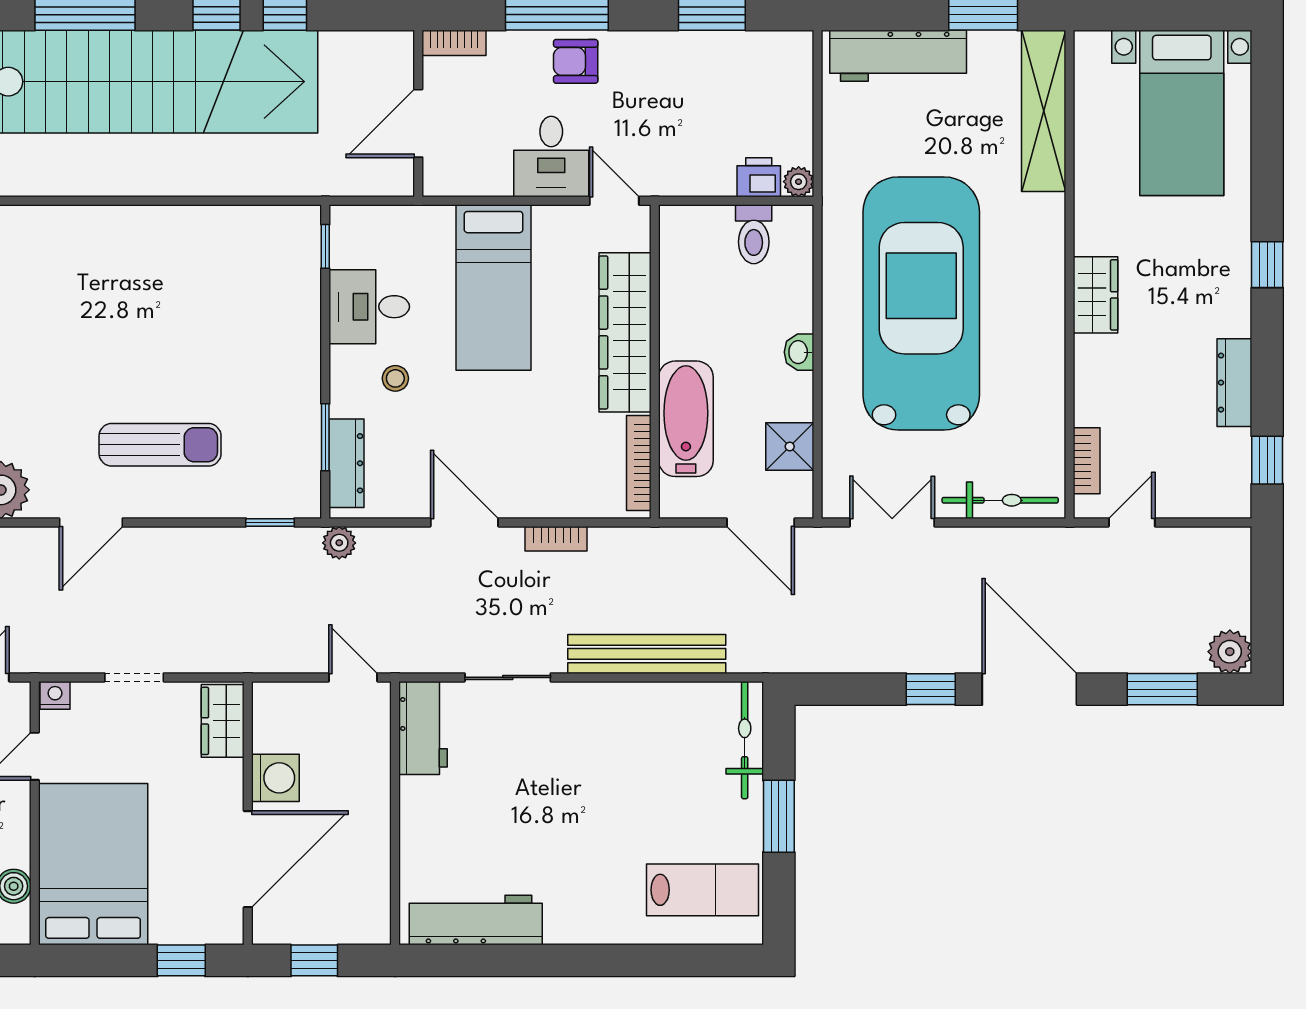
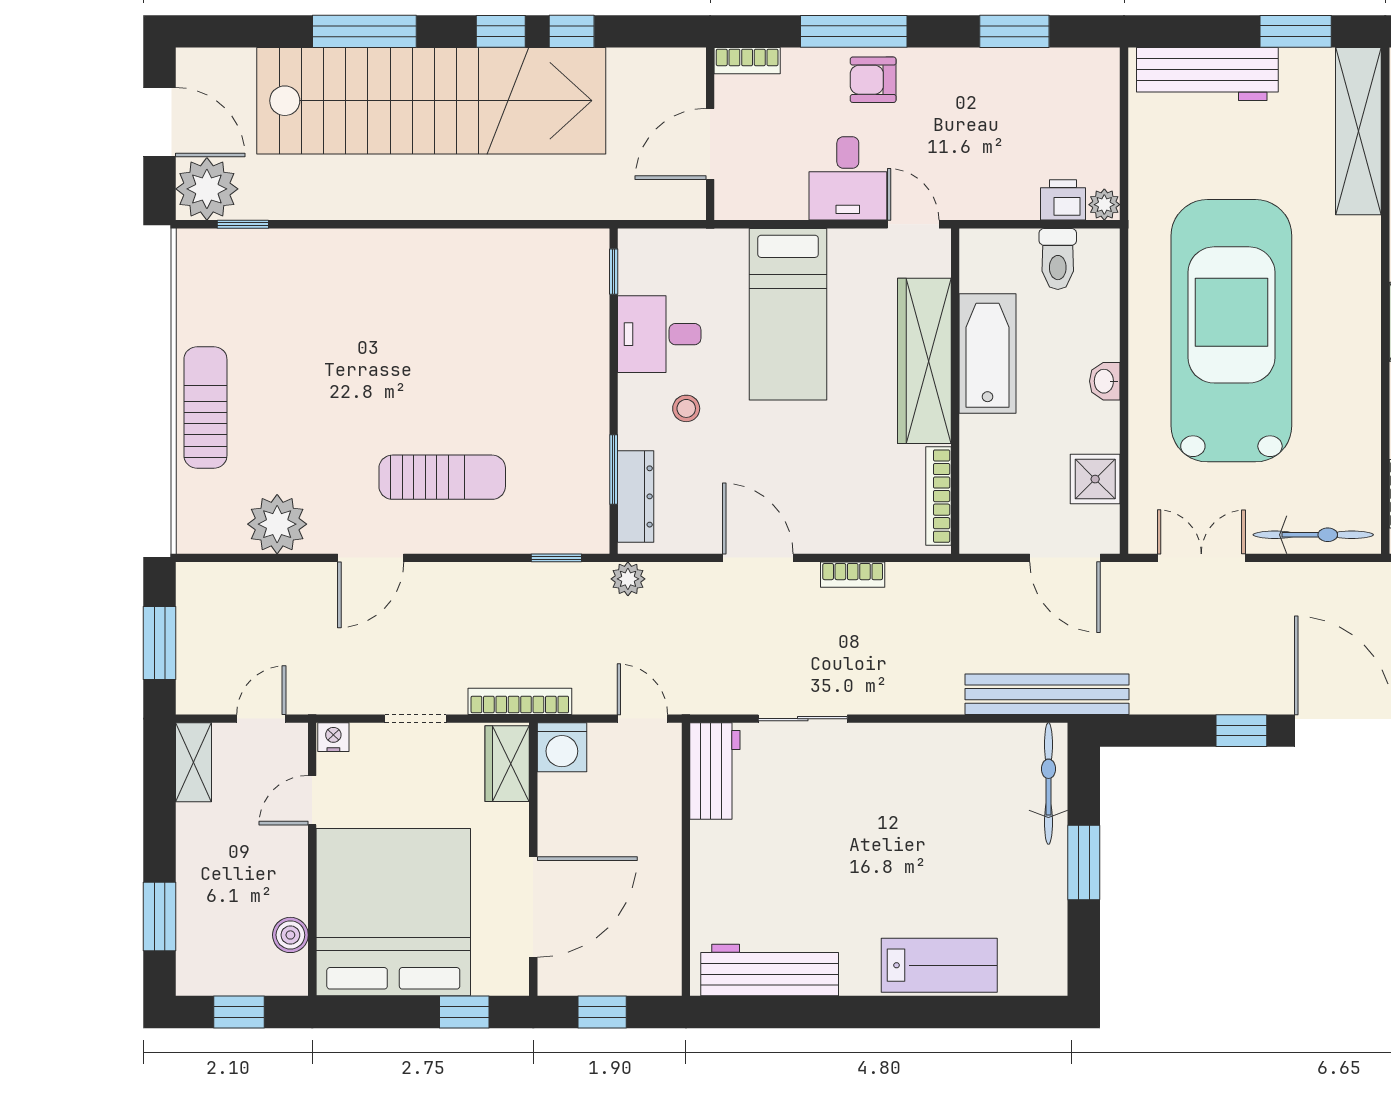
bathtub: (686, 419) -> (988, 354), moved
bench: (647, 654) -> (1047, 694), moved
bookcase: (235, 661) -> (520, 701), added
washing machine: (275, 778) -> (562, 747), moved, turned 90
bed: (93, 864) -> (393, 912), width x1.36
lab bench: (703, 890) -> (939, 965), moved

